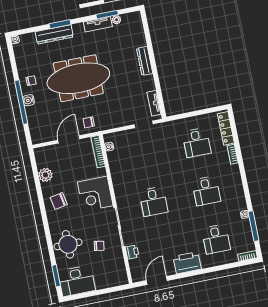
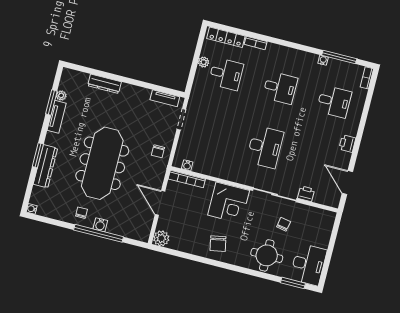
dresser: (145, 61) -> (105, 84), moved
plant: (197, 120) -> (204, 62), added
chair: (89, 122) -> (158, 151), moved
plant: (45, 175) -> (161, 238), moved
desk: (154, 201) -> (265, 147), width x1.37
printer: (187, 263) -> (347, 144), width x0.53, depth x0.68

